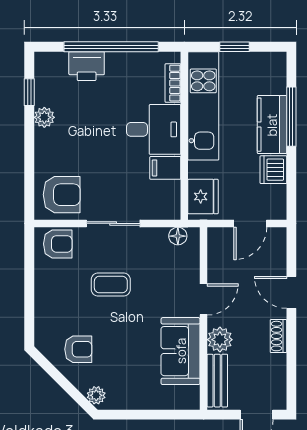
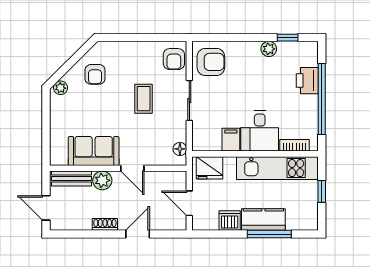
armchair: (62, 195) -> (211, 62), turned -90

